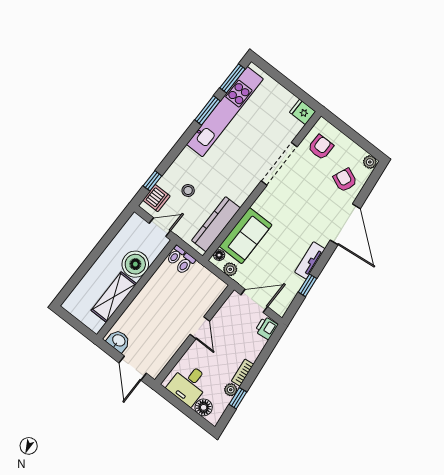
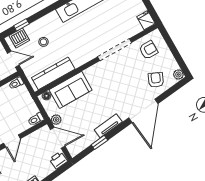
toilet: (185, 264) -> (36, 119), moved
plant: (230, 269) -> (56, 120), moved

